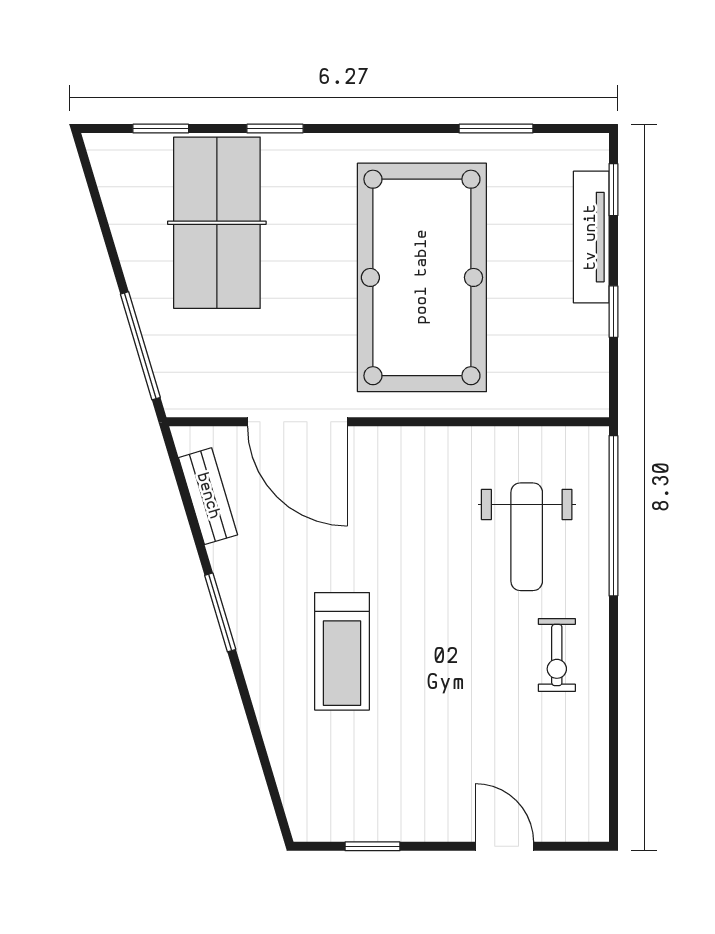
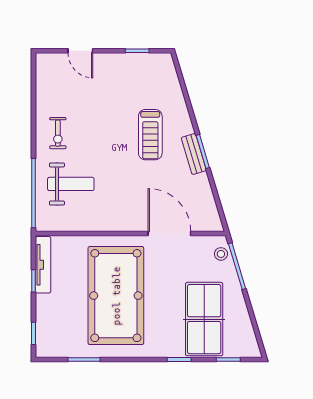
tv unit: (591, 237) -> (43, 265), moved
stool: (178, 374) -> (221, 254), added
bench: (208, 496) -> (194, 154), moved
weight bench: (527, 537) -> (71, 184), turned 90
treadmill: (342, 651) -> (150, 135), turned 180
exercise bike: (557, 655) -> (58, 133), turned 180

